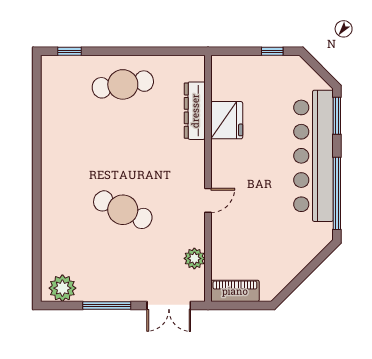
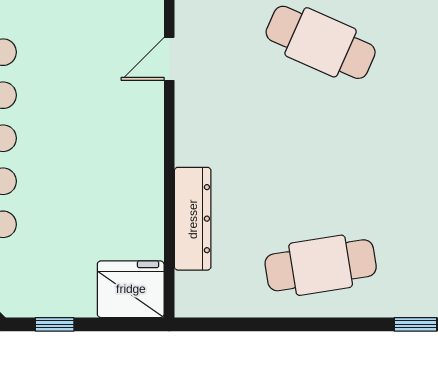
fridge: (227, 120) -> (131, 289), moved, turned 90

